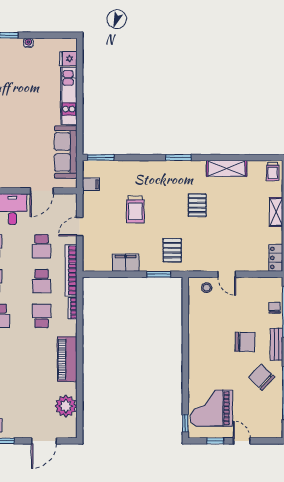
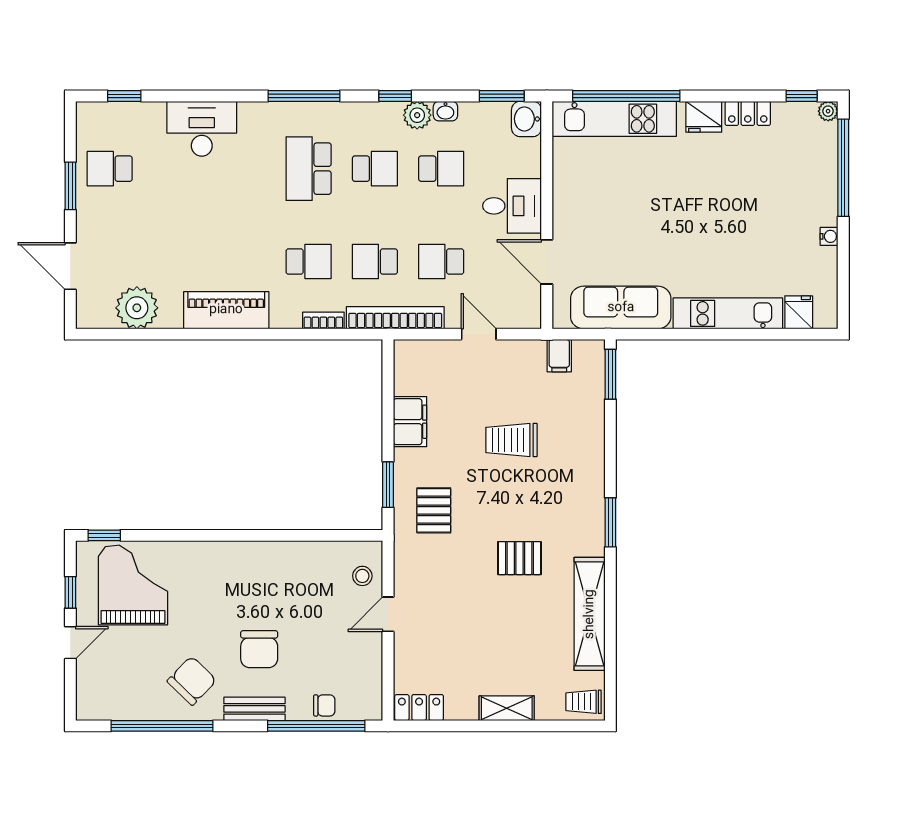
shelving: (227, 168) -> (590, 614), width x1.47
pallet: (172, 250) -> (434, 510), turned 90

